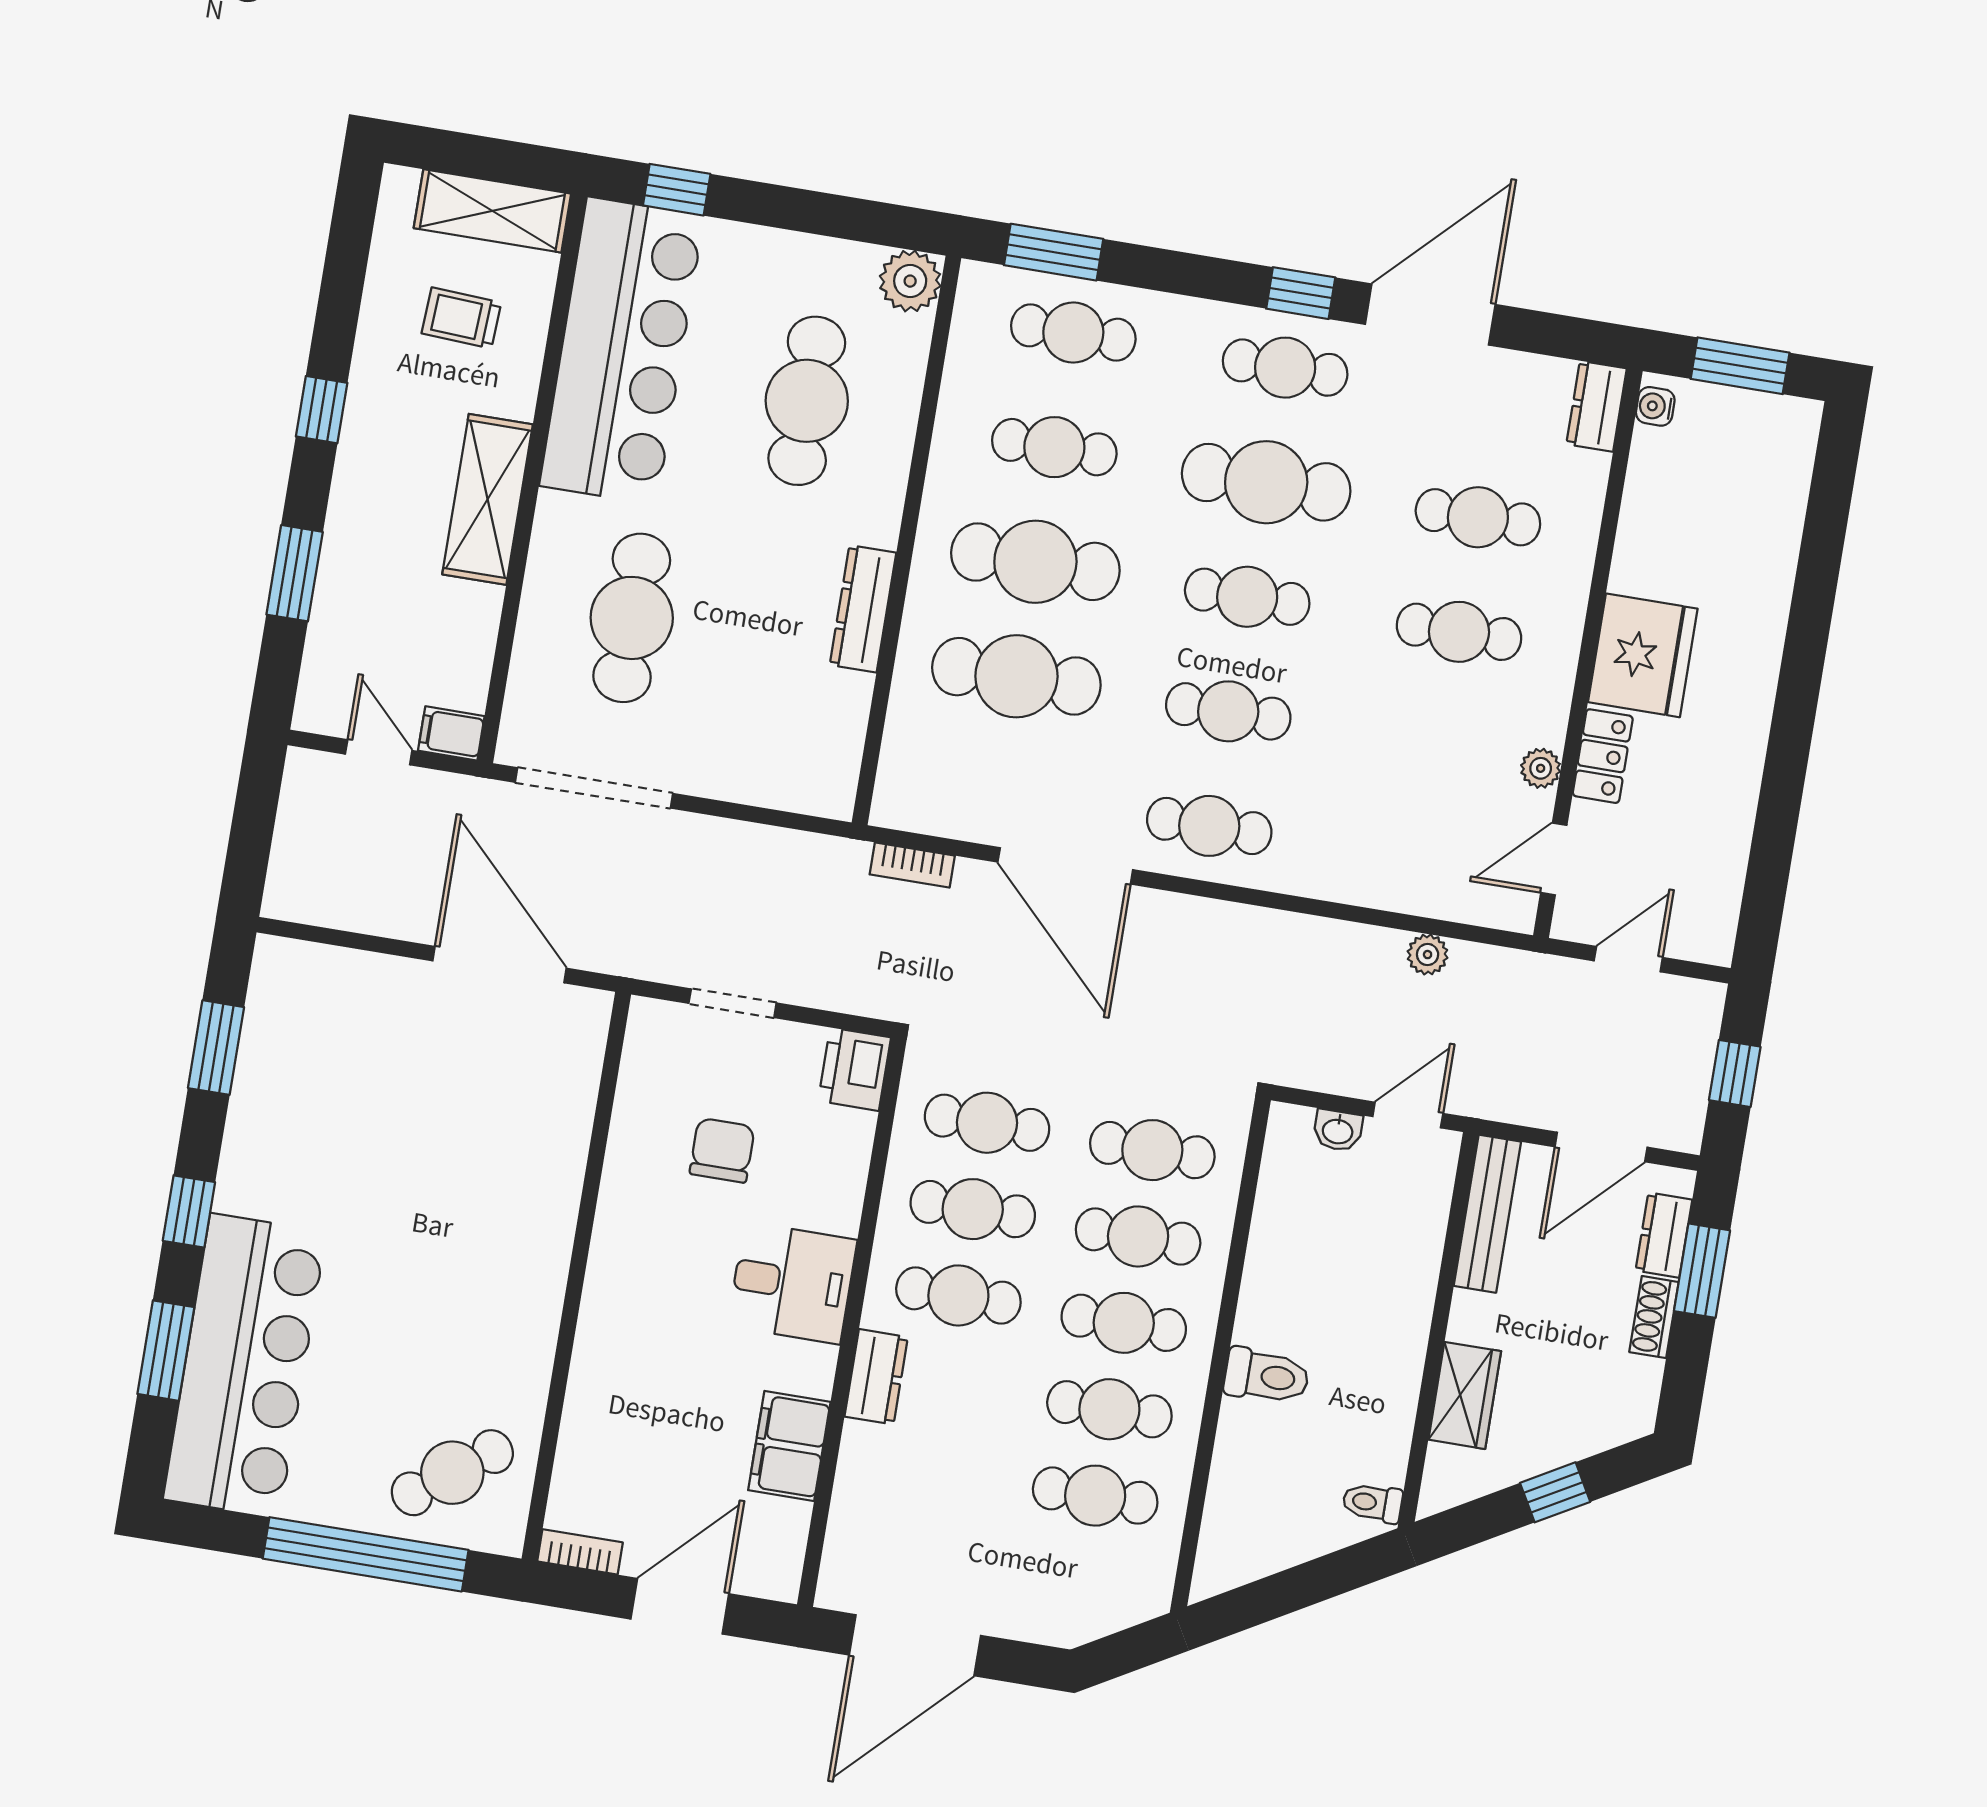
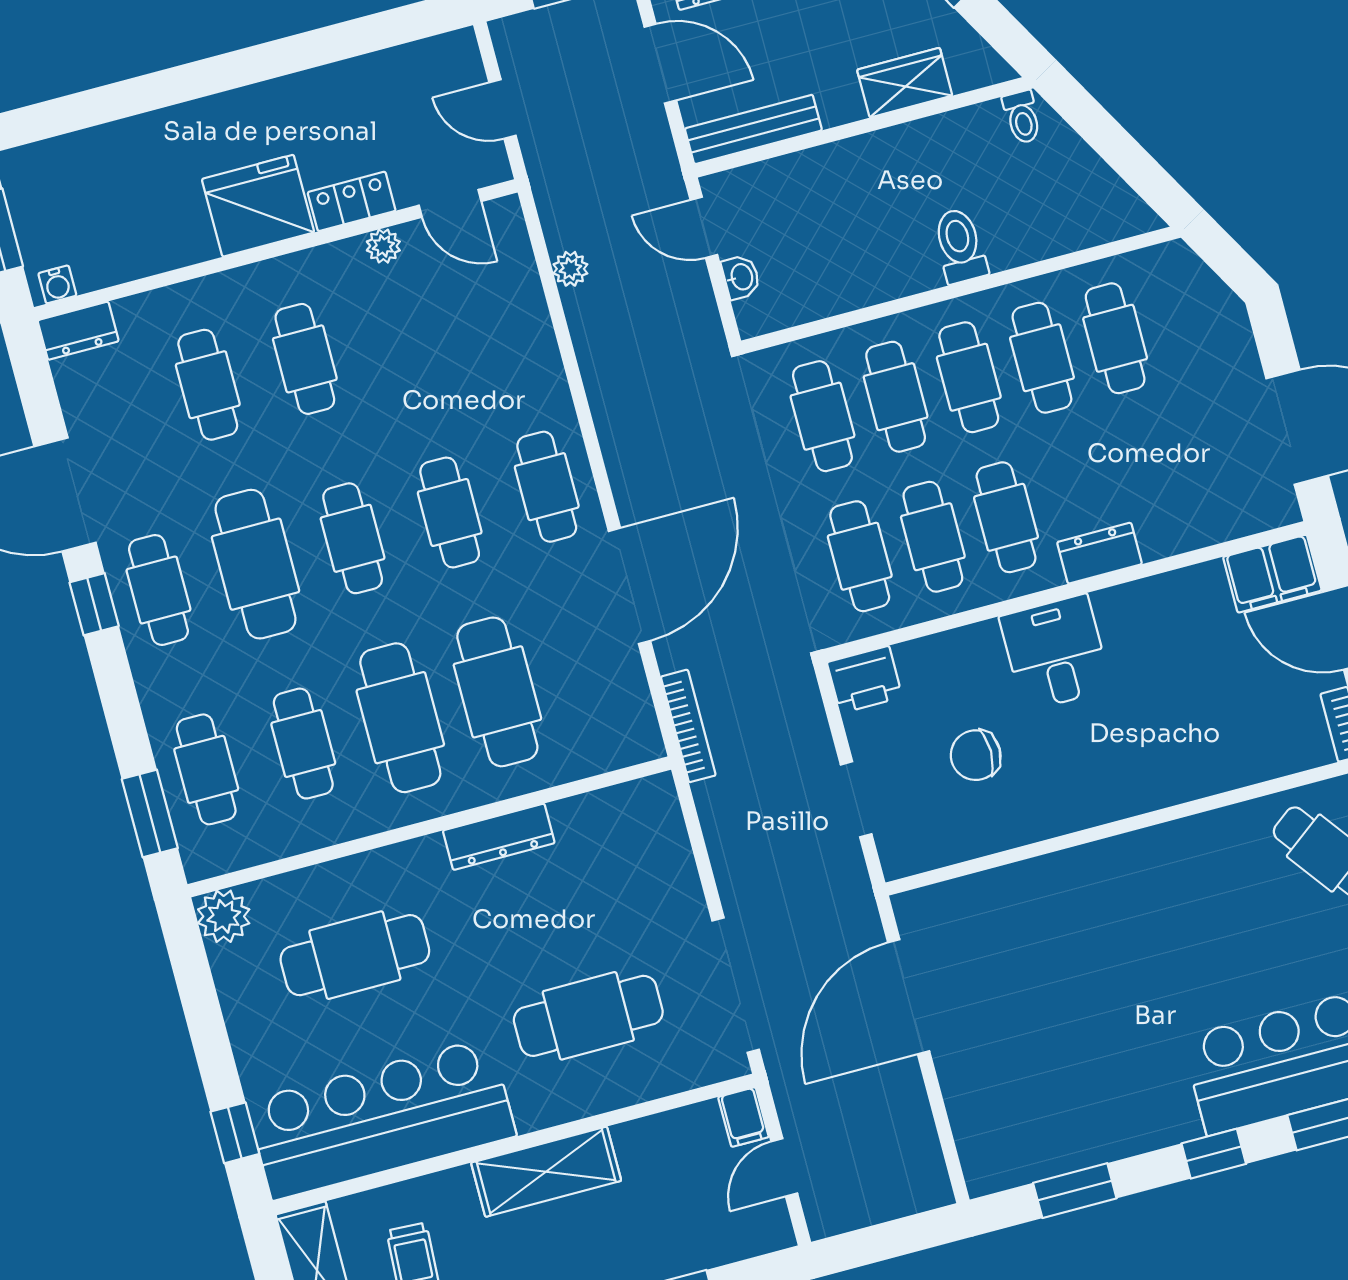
bookcase: (912, 865) -> (688, 726), width x1.56
filing cabinet: (789, 1446) -> (1272, 574), moved

